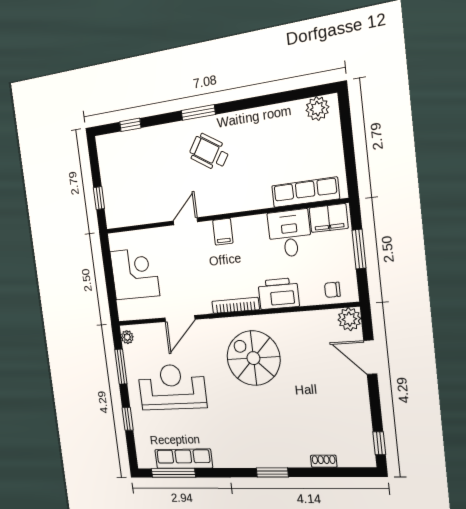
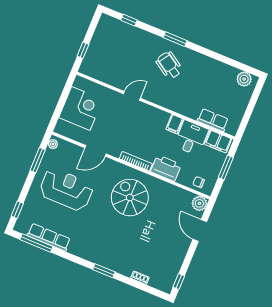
row of seats: (305, 192) -> (213, 120), width x0.68
filing cabinet: (223, 232) -> (175, 124), moved
window: (128, 419) -> (17, 210), moved

